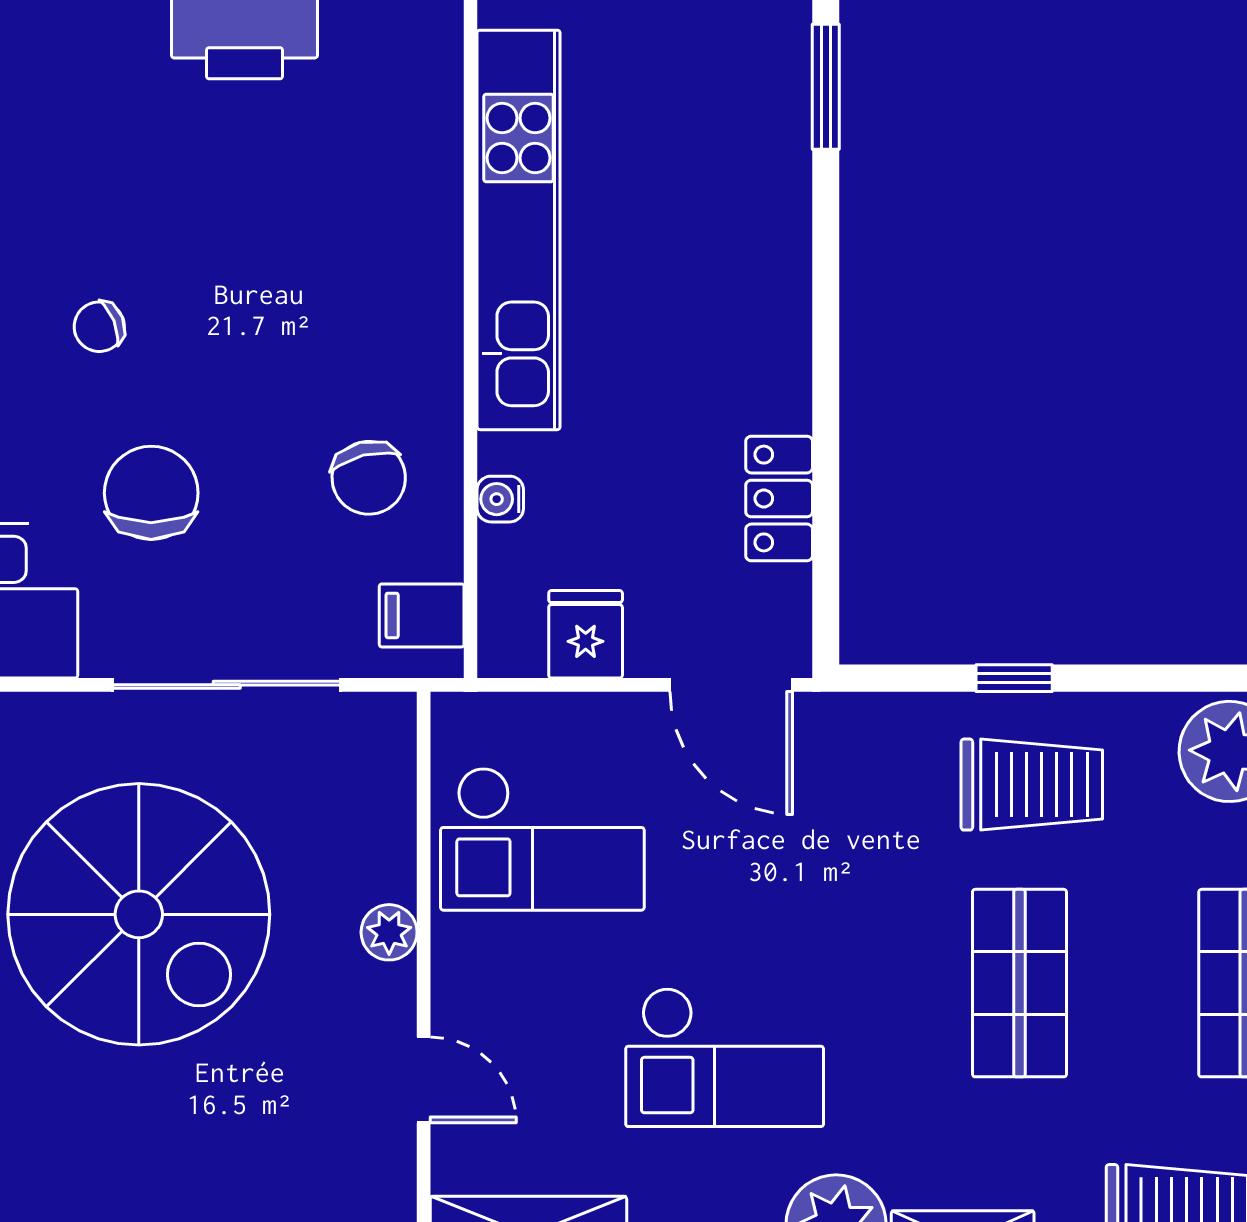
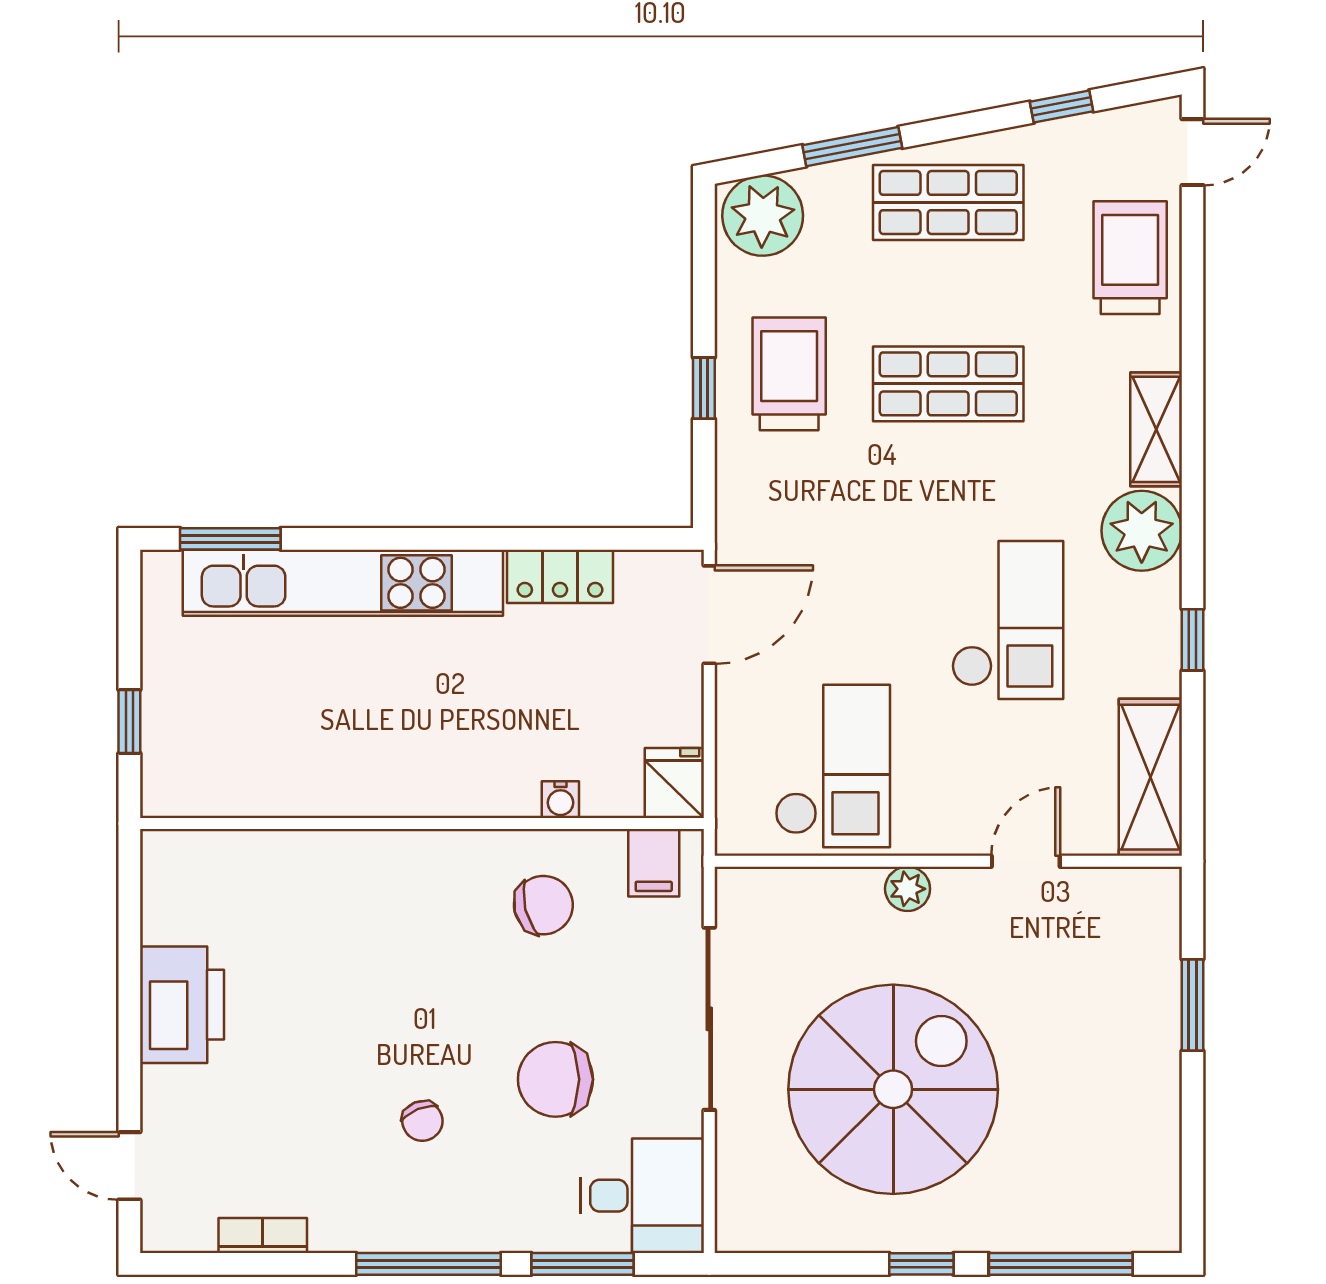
kitchen unit: (519, 230) -> (343, 583), moved, turned 180
fridge: (586, 634) -> (674, 783), moved, turned 90

